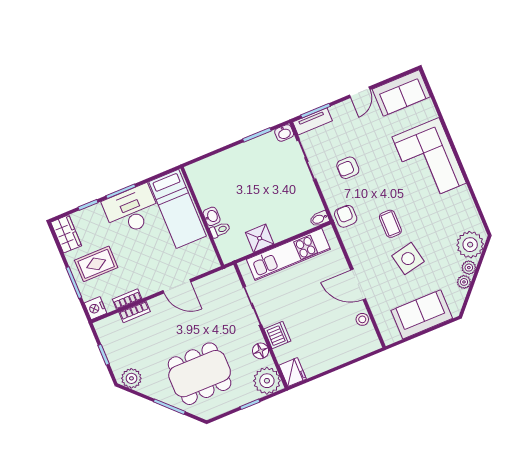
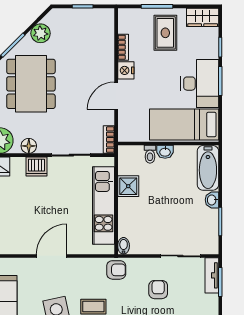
washbasin: (284, 133) -> (212, 200), moved
bathtub: (210, 168) -> (208, 168), added
nightstand: (95, 308) -> (126, 70), moved, turned -90
bookcase: (135, 312) -> (109, 140), moved
stool: (362, 319) -> (19, 247), removed
plant: (131, 378) -> (41, 33), moved

